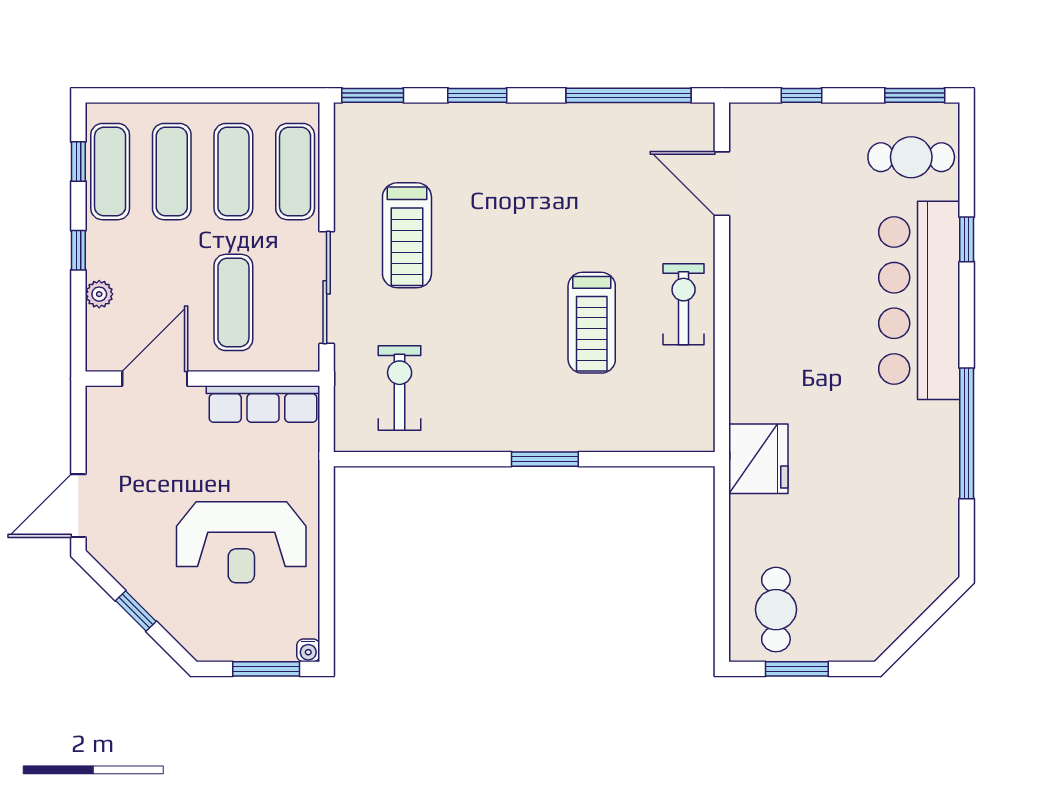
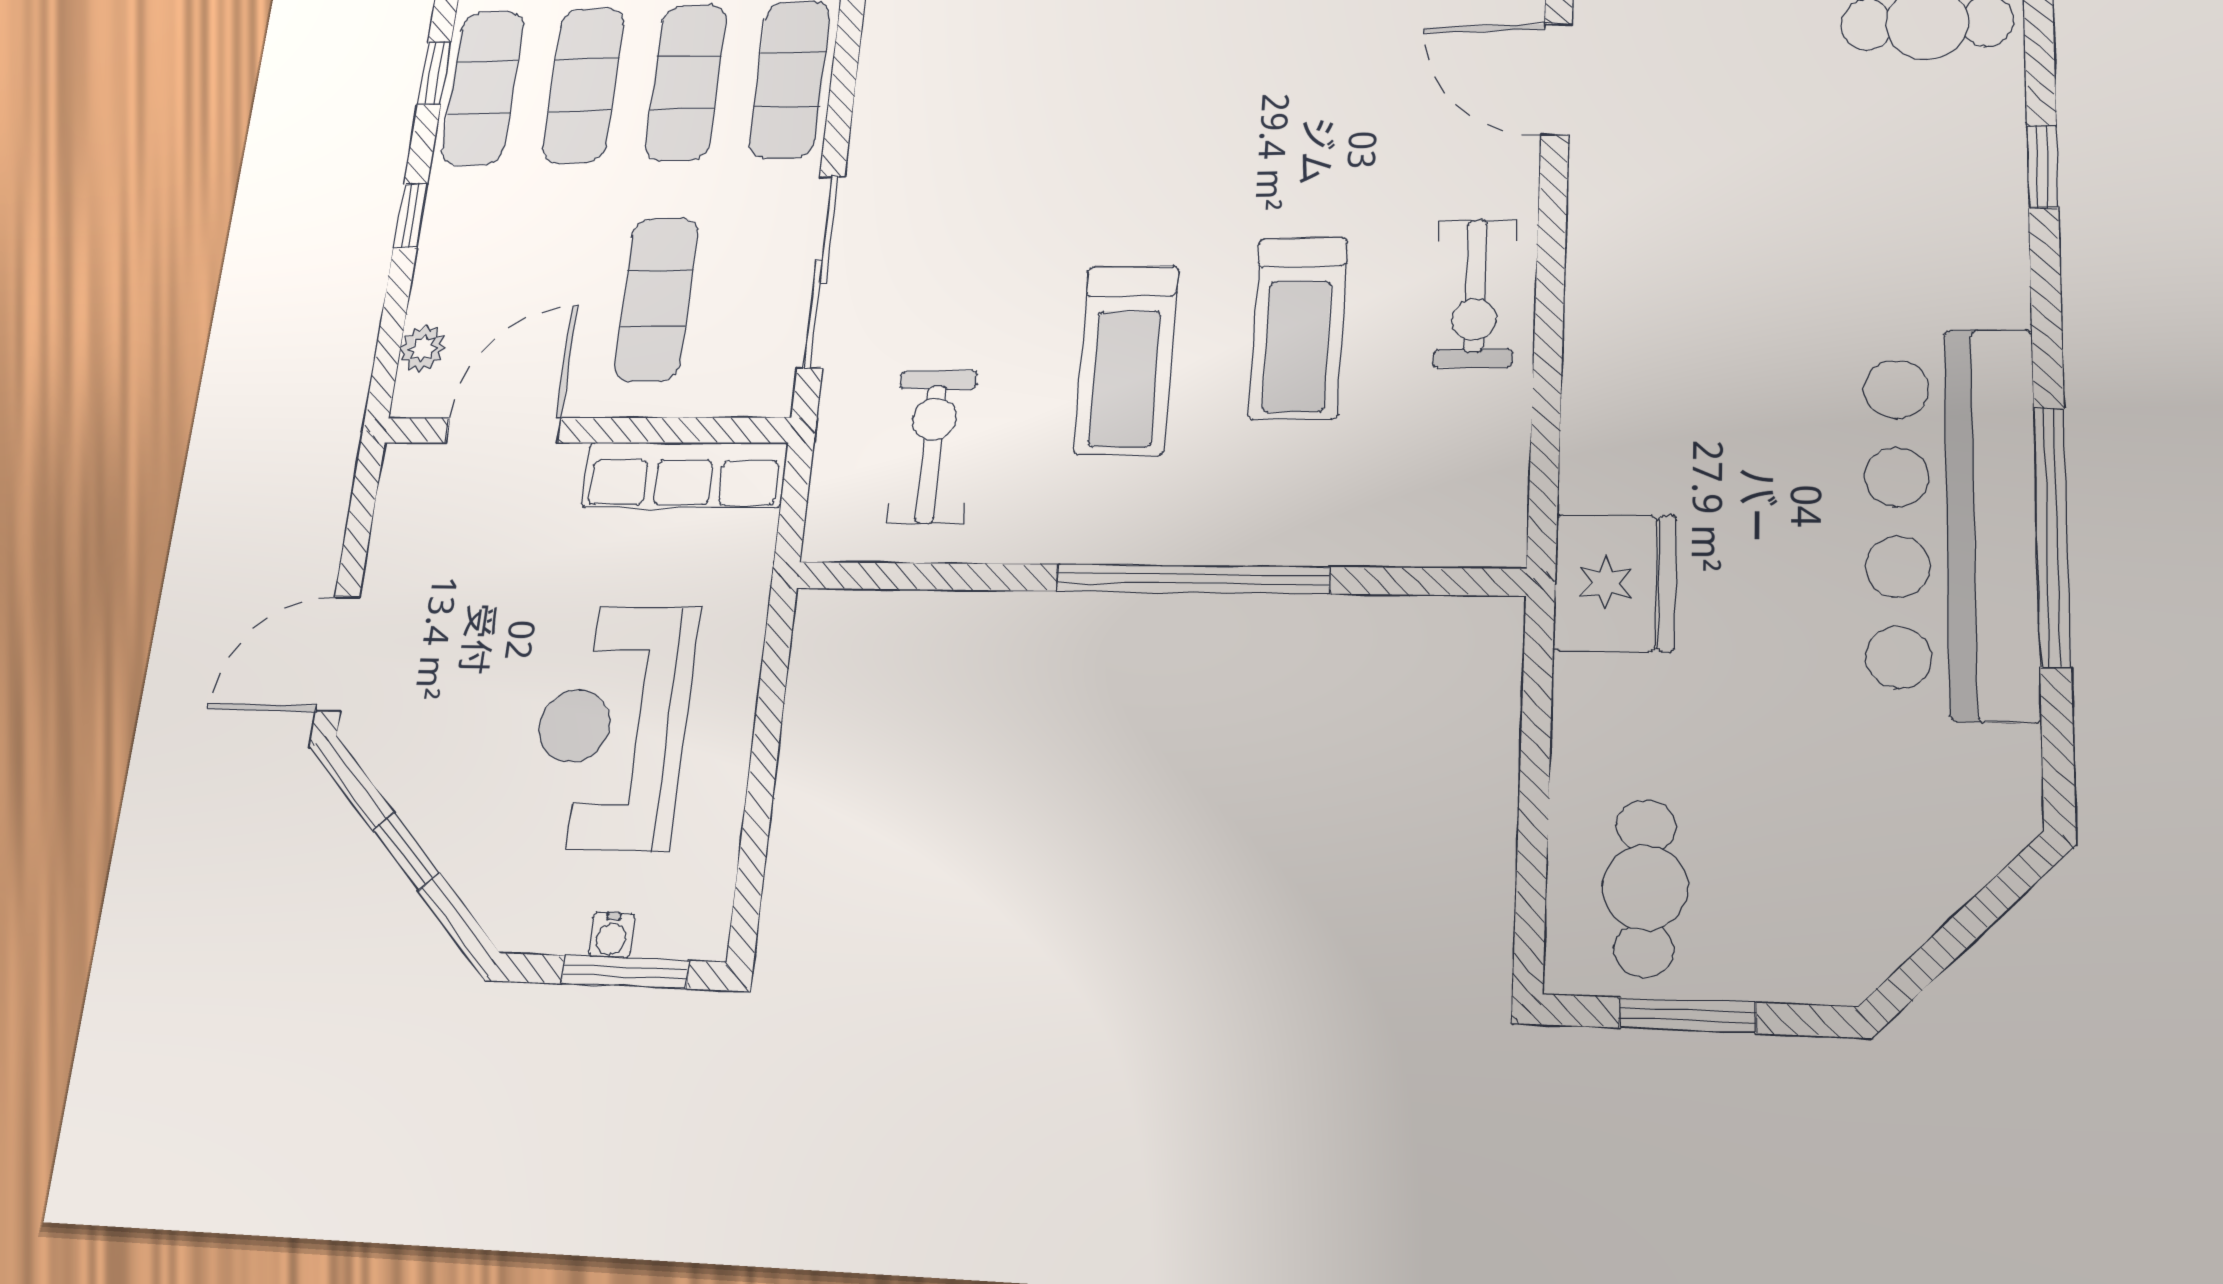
treadmill: (407, 235) -> (1126, 360), moved
plant: (99, 294) -> (423, 348), moved
bar counter: (919, 300) -> (1950, 522), moved
exercise bike: (684, 304) -> (1475, 293), turned 180
window: (545, 459) -> (1192, 579), width x2.11
reception desk: (241, 542) -> (612, 727), turned 90
water cooler: (308, 650) -> (612, 935), moved

